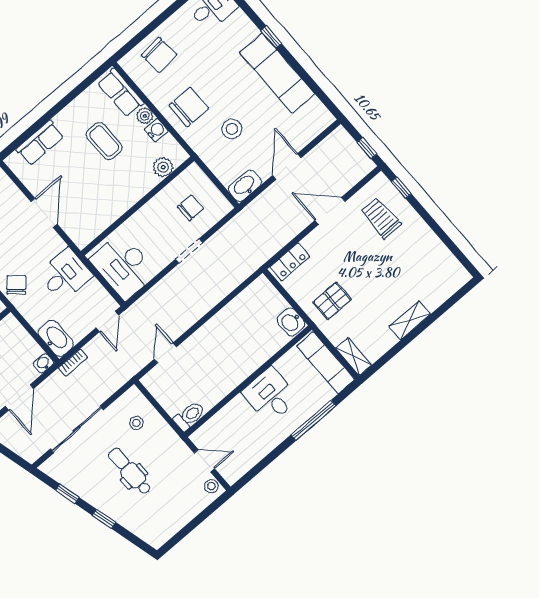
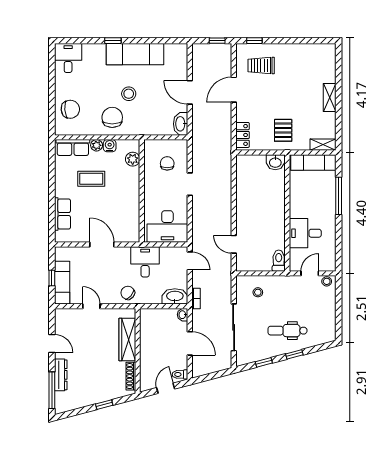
stool: (232, 129) -> (129, 94), moved
desk: (270, 395) -> (305, 233), moved
dental chair: (130, 471) -> (288, 331), moved

